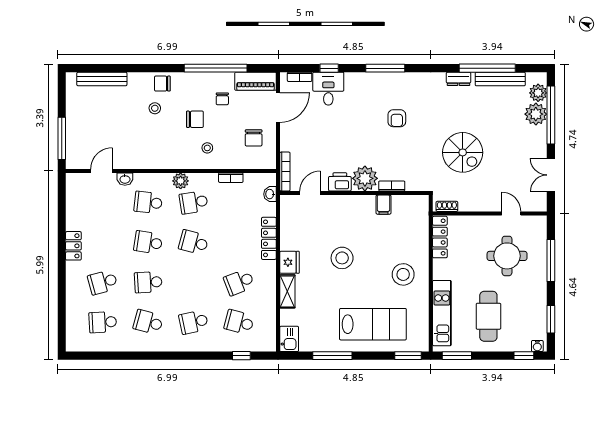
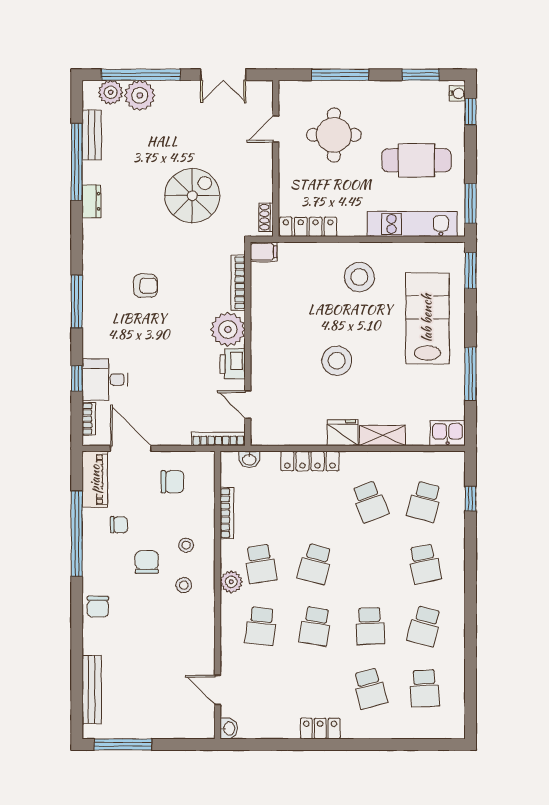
bench: (500, 79) -> (92, 135), width x0.73
stool: (155, 108) -> (184, 585), moved
window: (62, 138) -> (123, 744), moved
bookcase: (231, 178) -> (227, 513), width x1.56
washbasin: (125, 179) -> (229, 728), moved
bookcase: (392, 186) -> (238, 283), width x1.56
filing cabinet: (383, 205) -> (264, 252), moved

